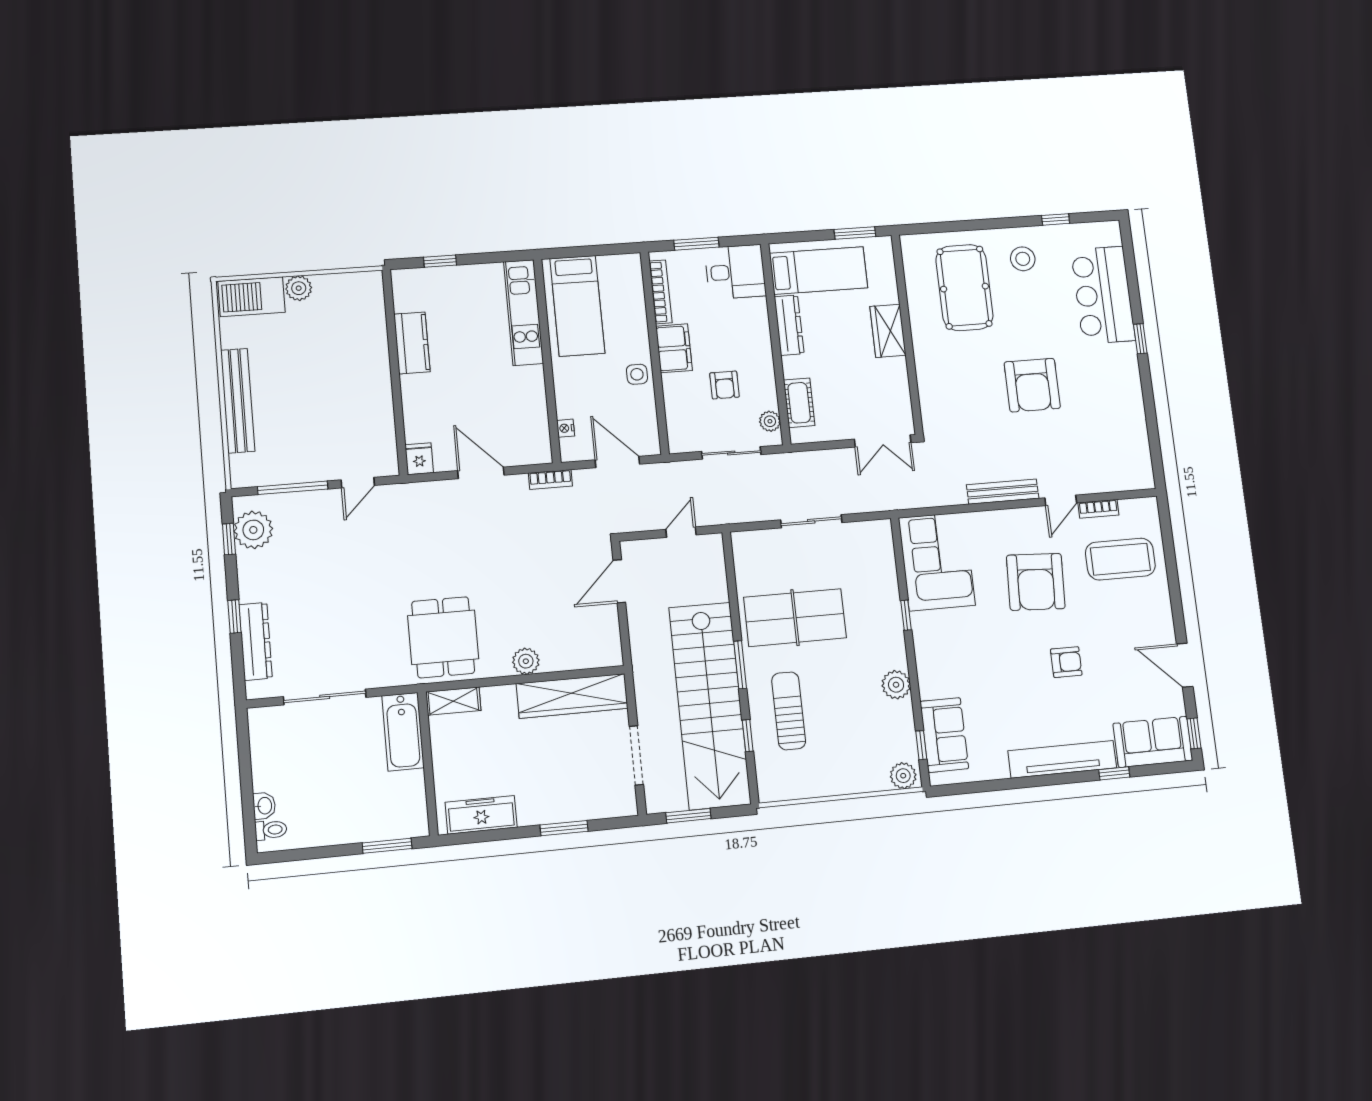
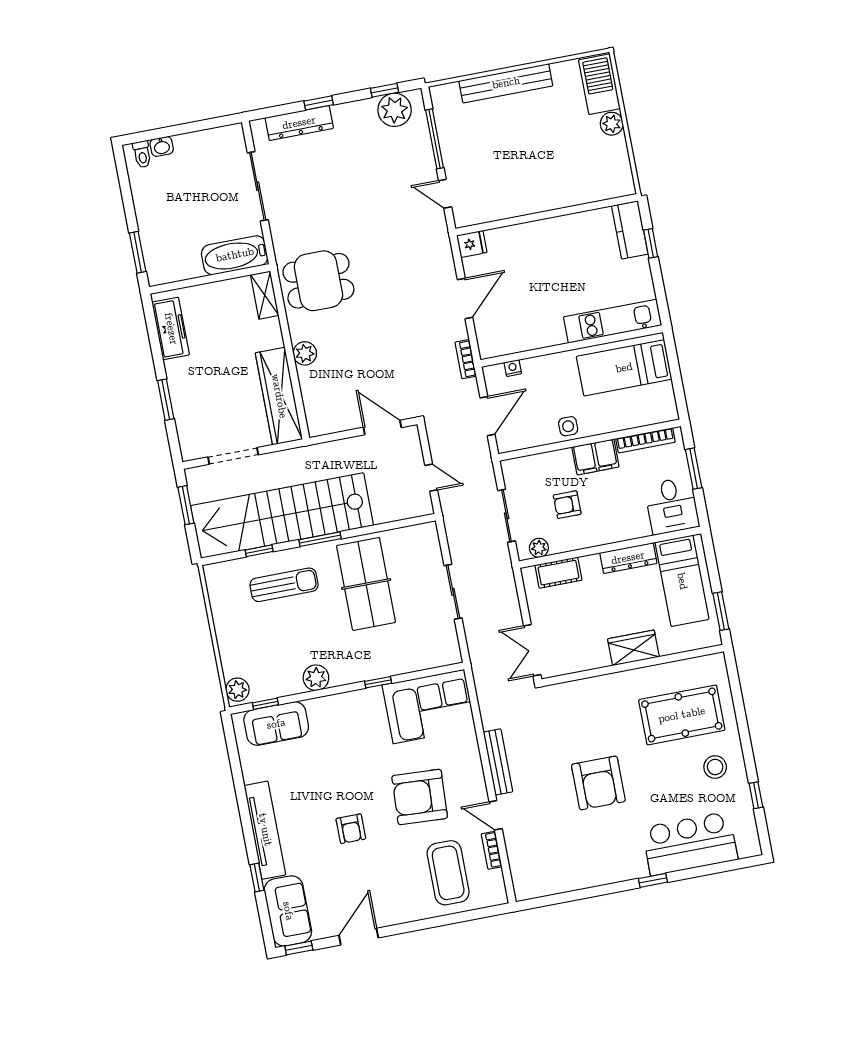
kitchen counter: (412, 343) -> (630, 230), moved, turned 90
armchair: (1032, 385) -> (598, 783), turned -90

